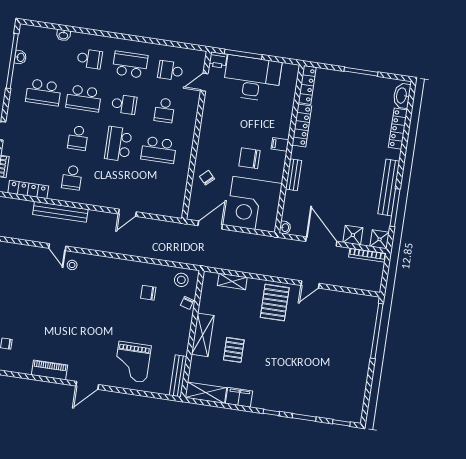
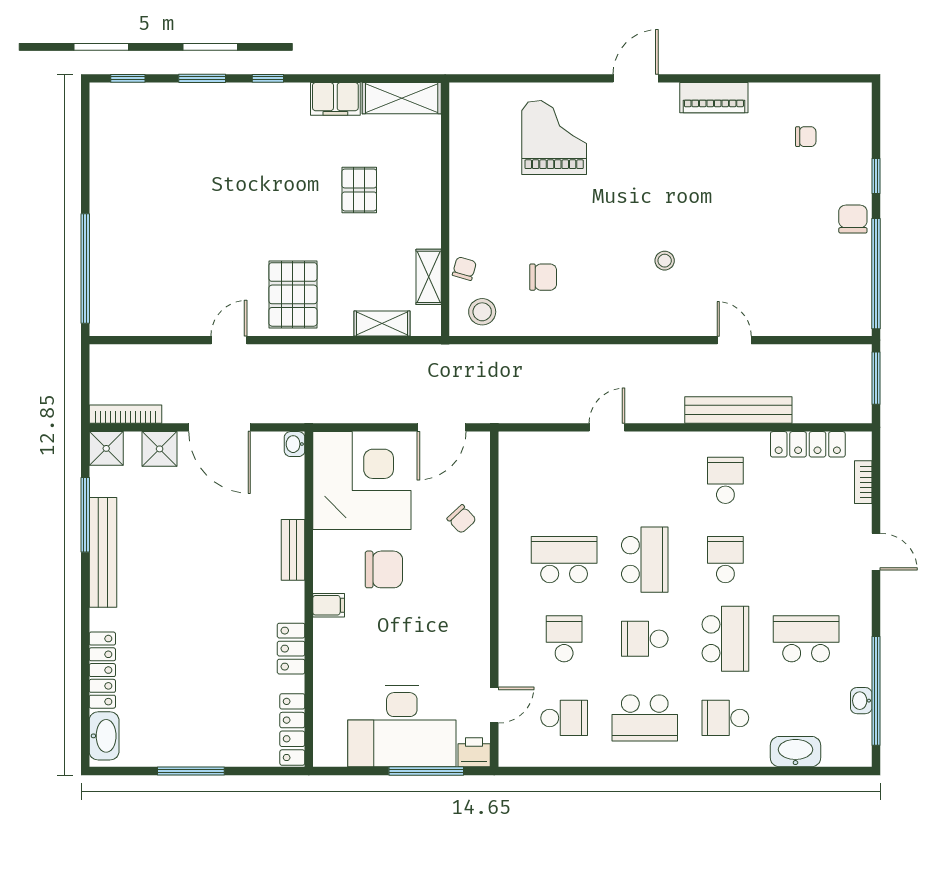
washbasin: (63, 35) -> (795, 752), width x1.91, depth x1.45
school desk: (84, 98) -> (725, 639), turned 90
locker: (302, 125) -> (291, 649), width x0.66
stool: (72, 265) -> (665, 261), moved
shelving: (203, 335) -> (429, 277), moved, width x0.67, depth x0.75
bench: (178, 376) -> (461, 123), removed

